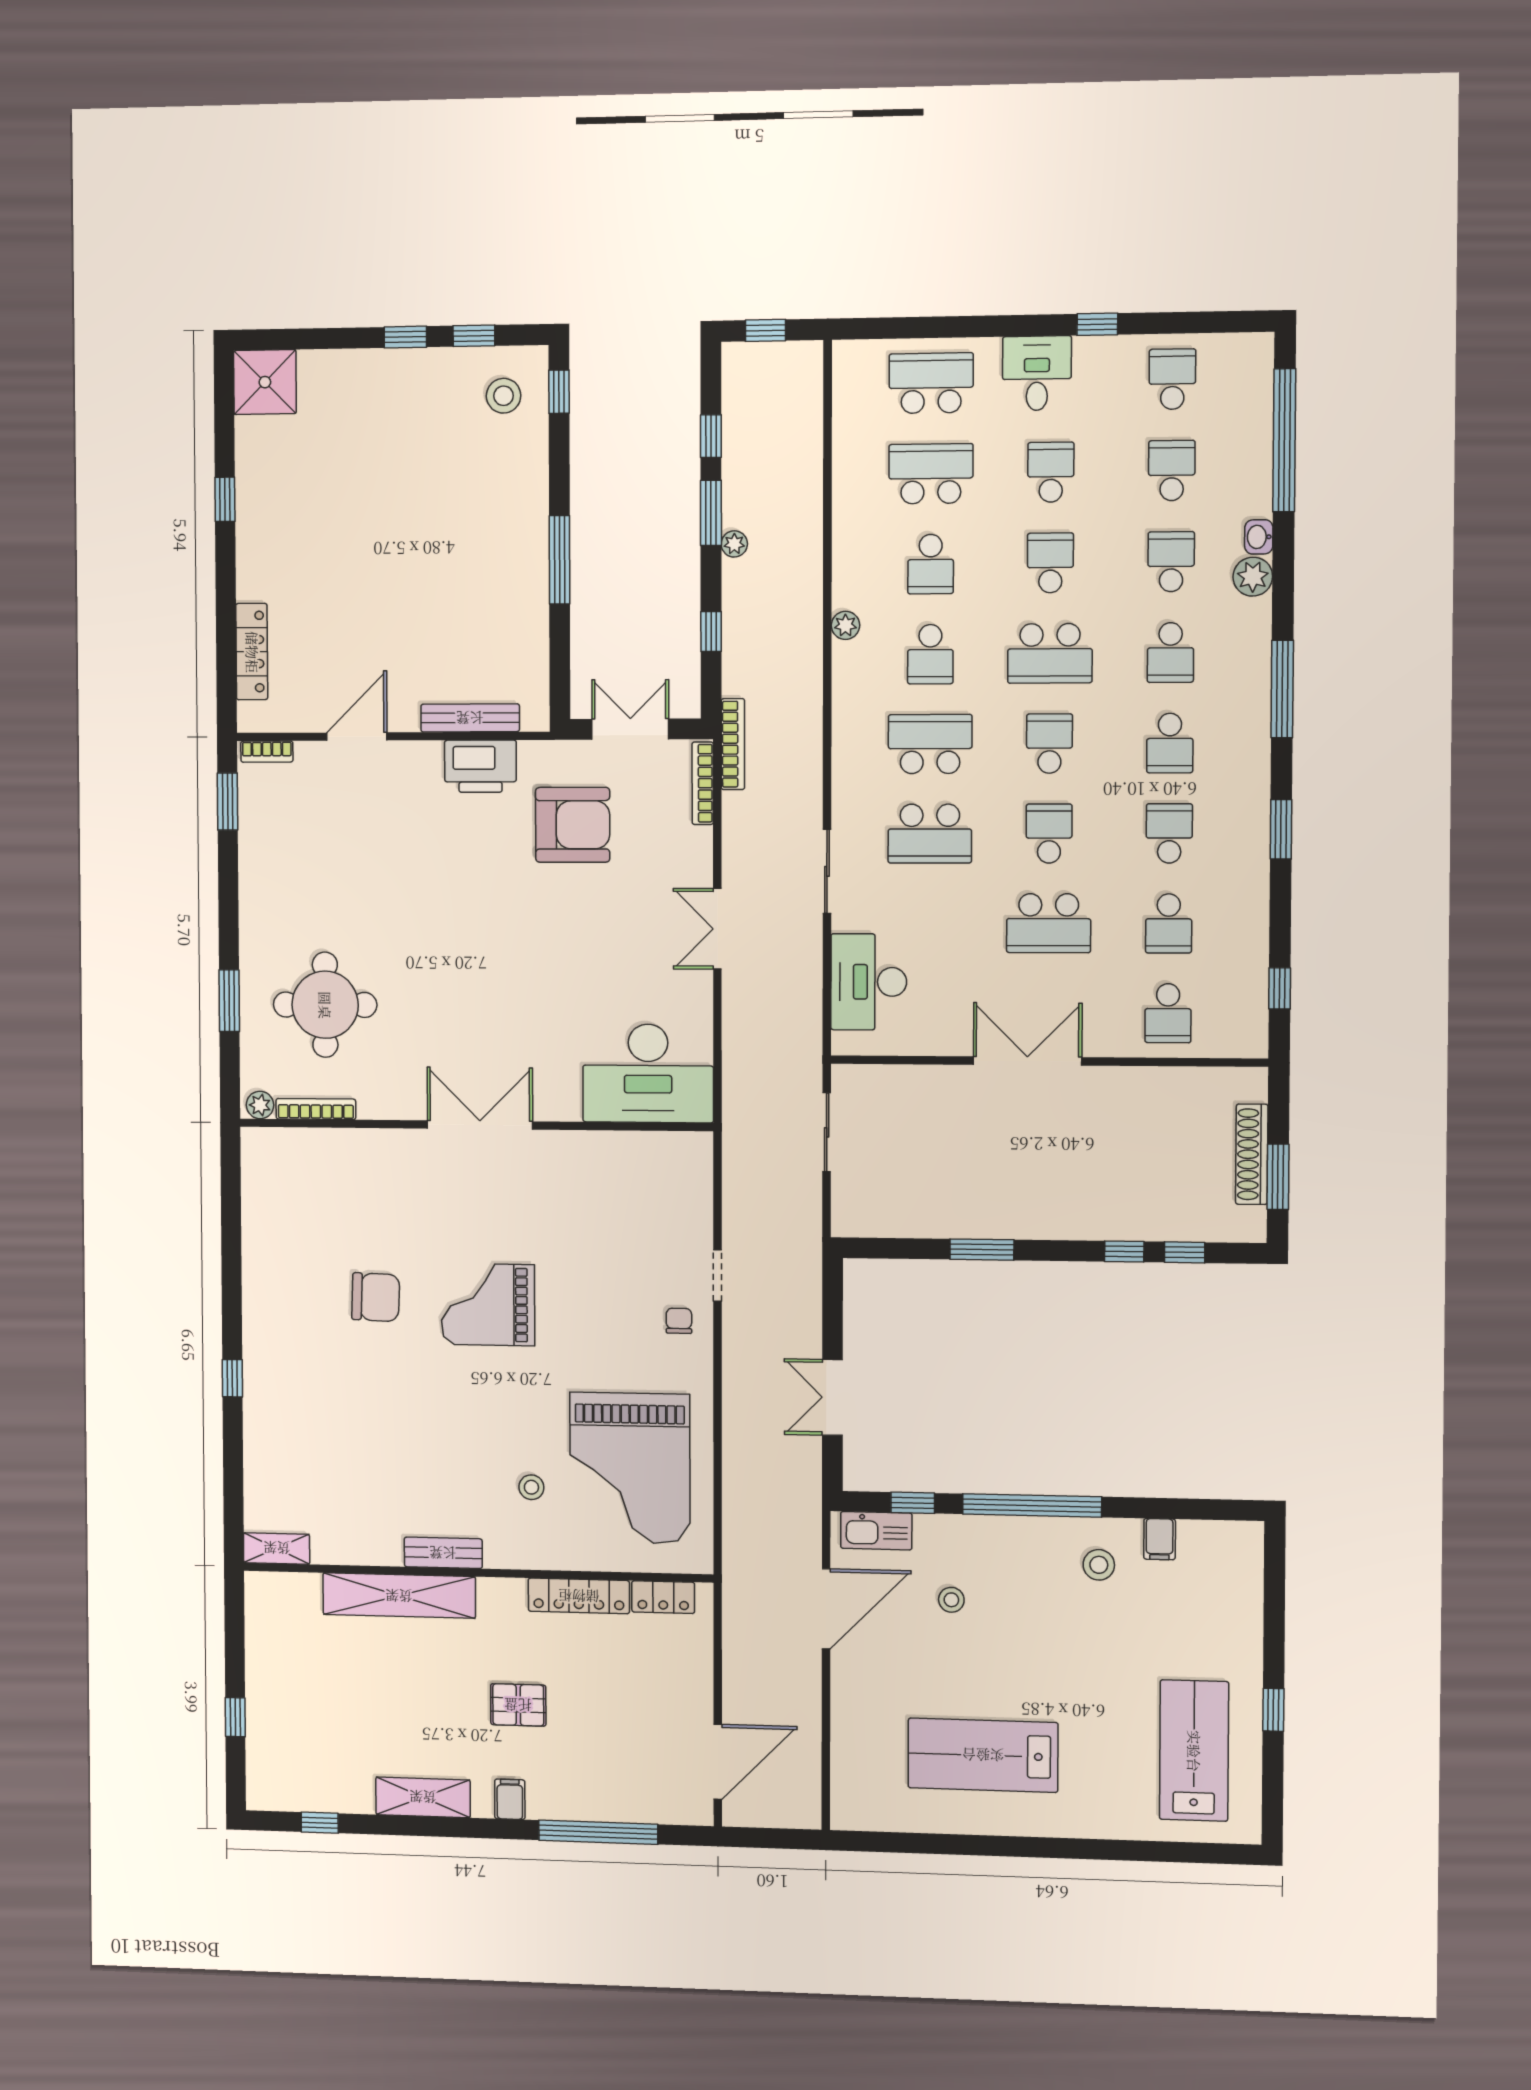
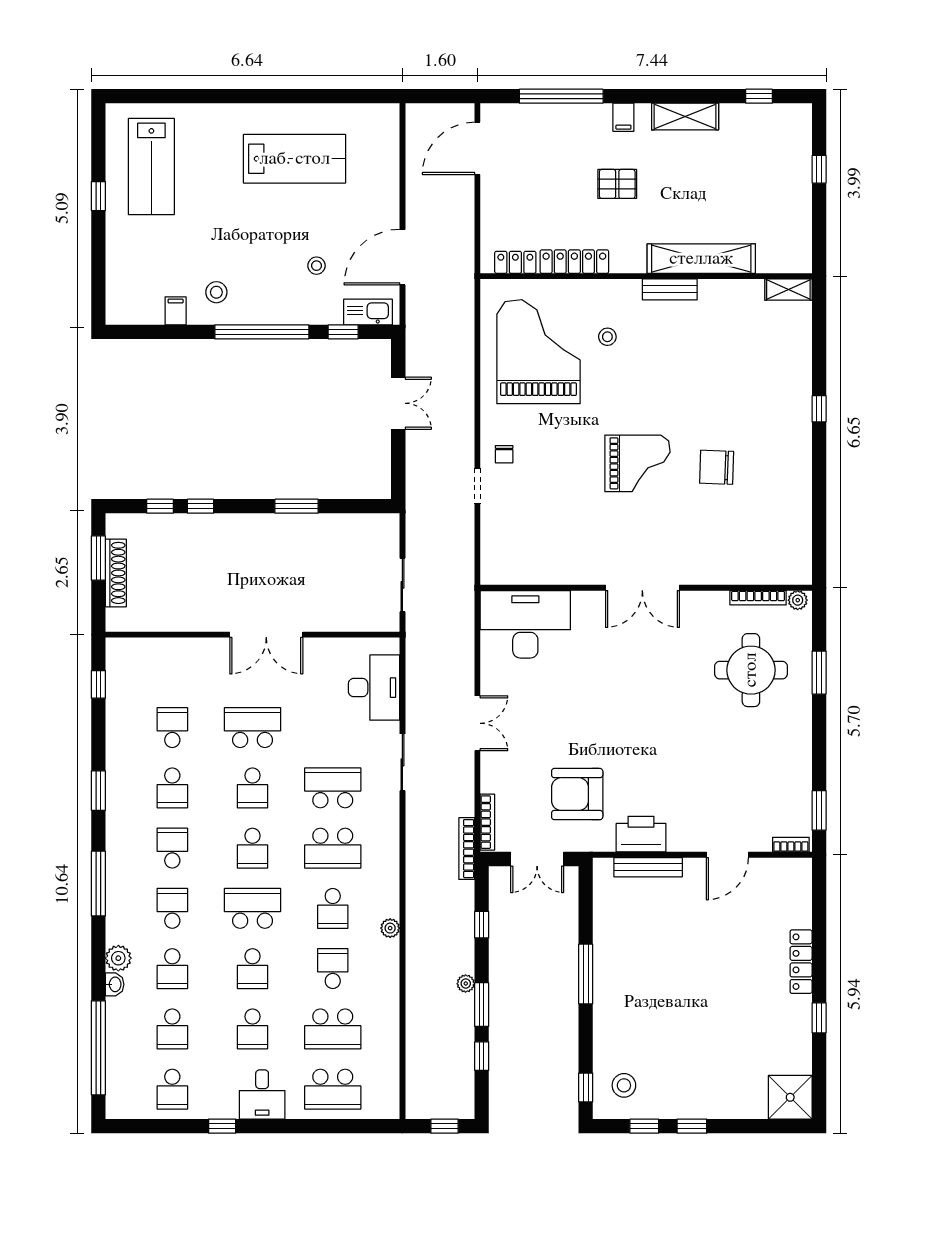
locker: (252, 652) -> (801, 962), moved
school desk: (930, 654) -> (333, 908), turned 180
school desk: (1168, 1013) -> (172, 667), removed

